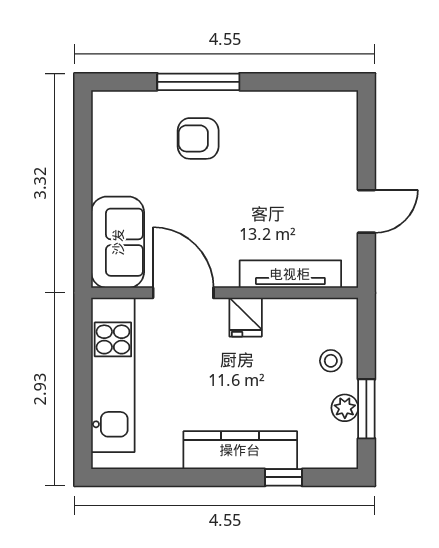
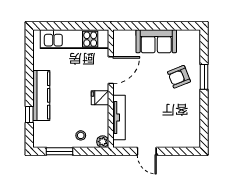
window: (198, 82) -> (204, 77), width x0.69
armchair: (198, 138) -> (179, 77), turned -112
sofa: (118, 242) -> (156, 41), moved
plant: (345, 408) -> (103, 142), moved

